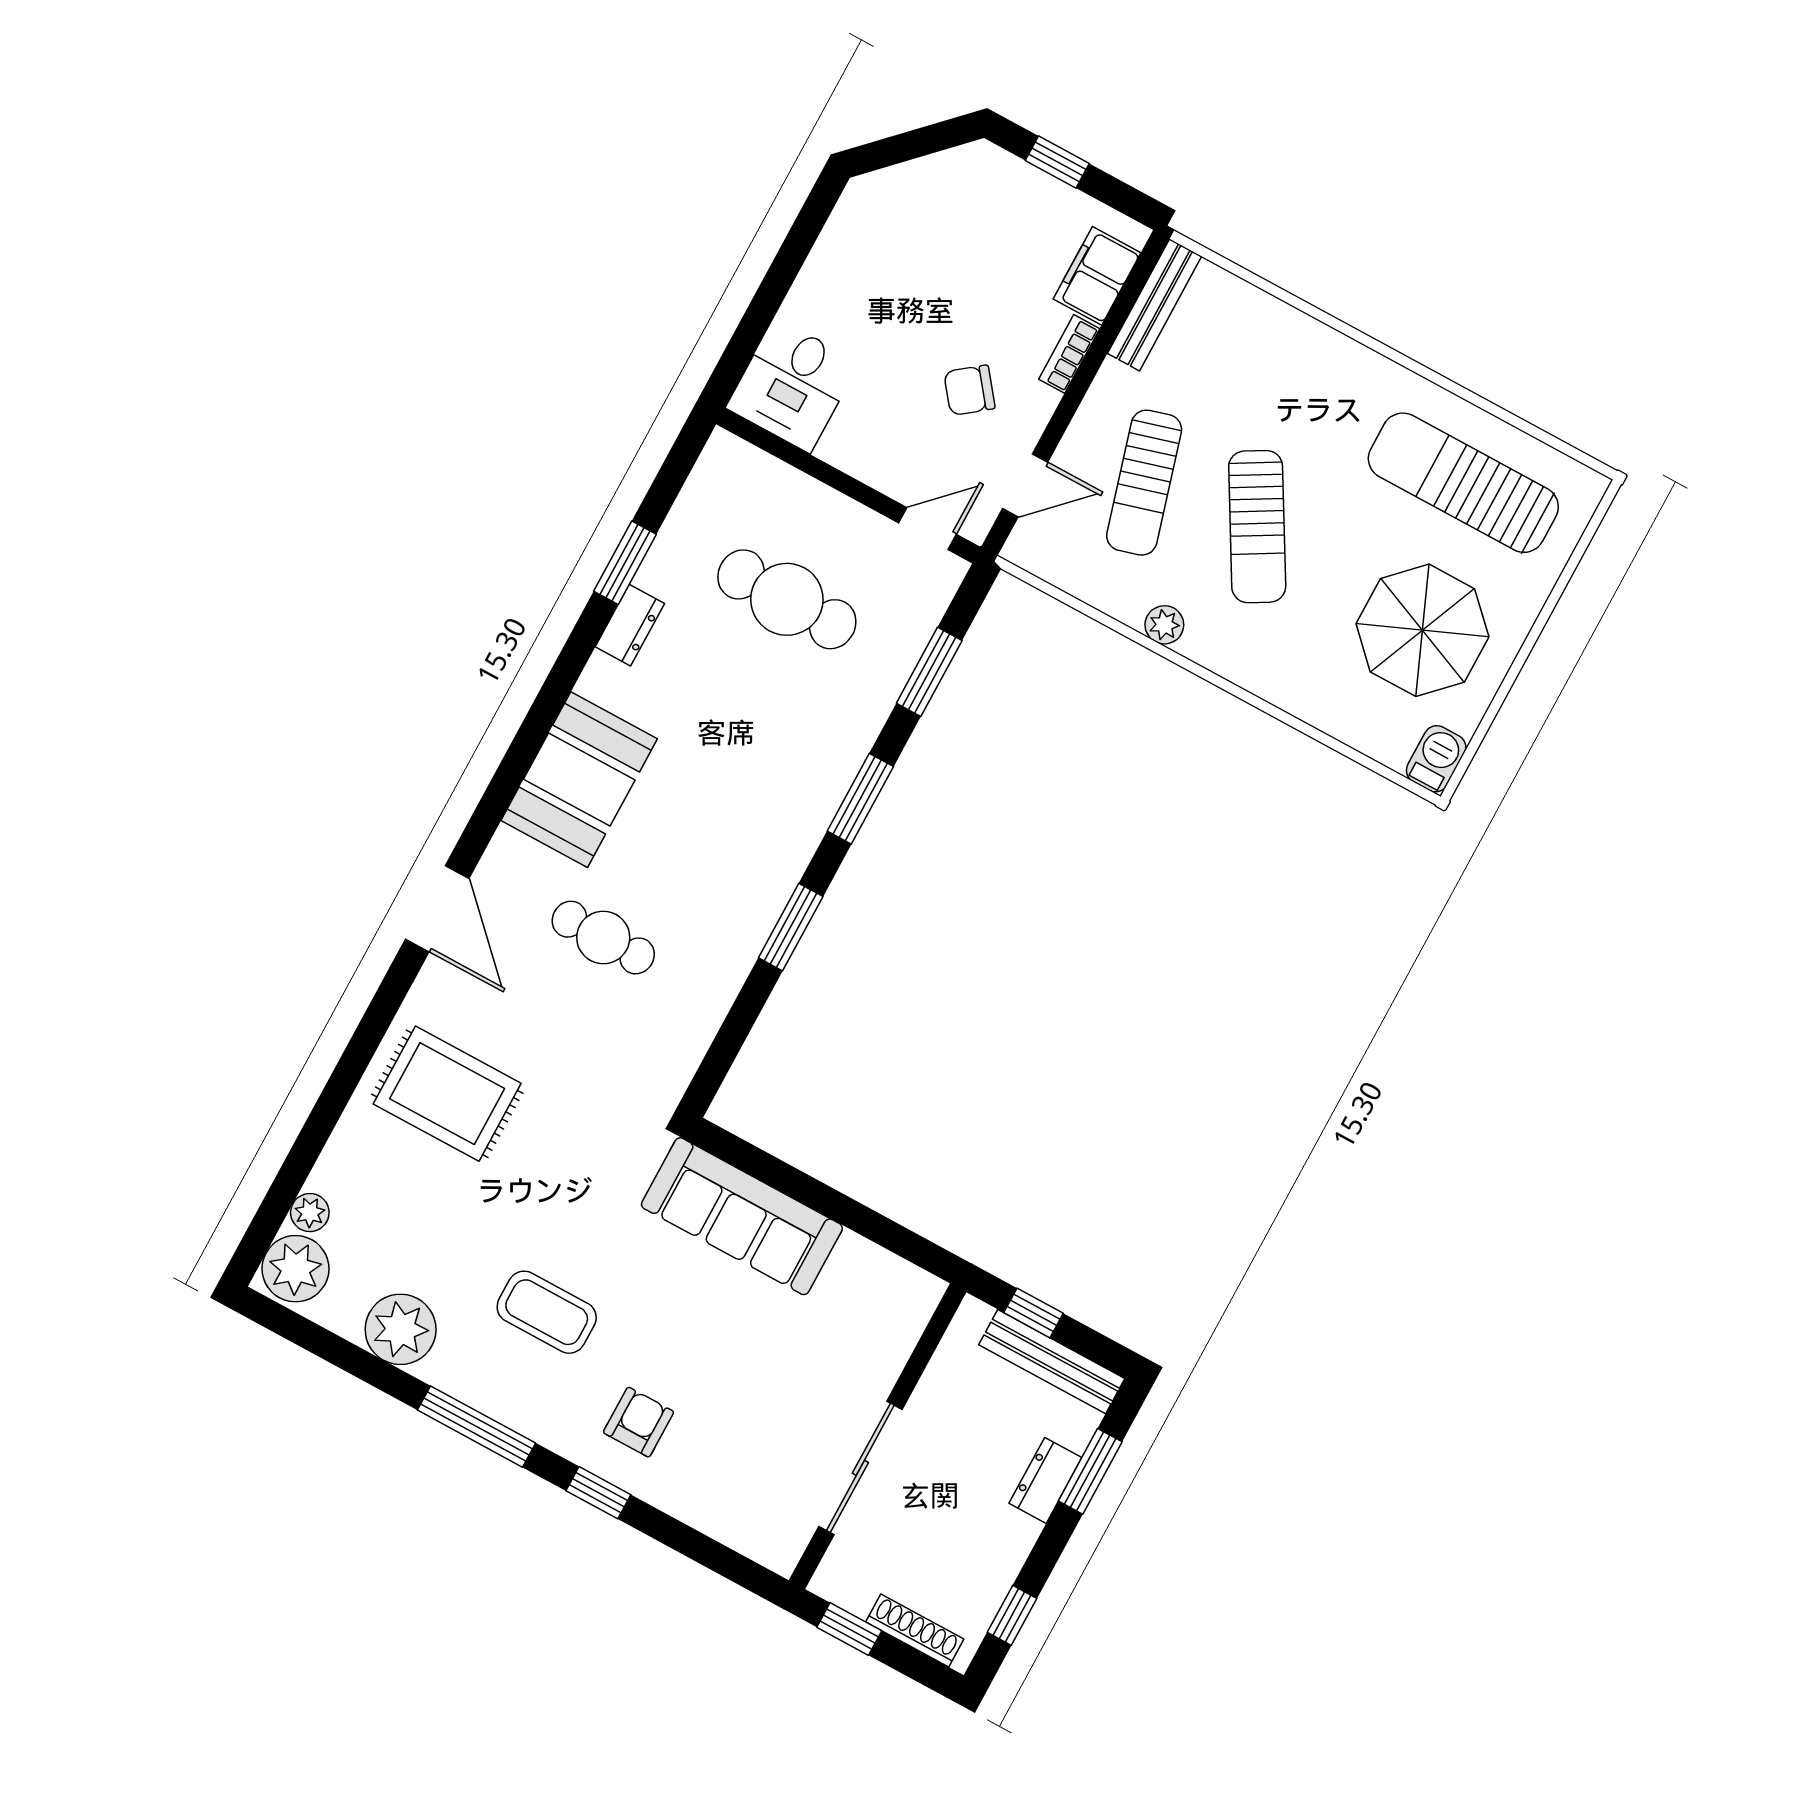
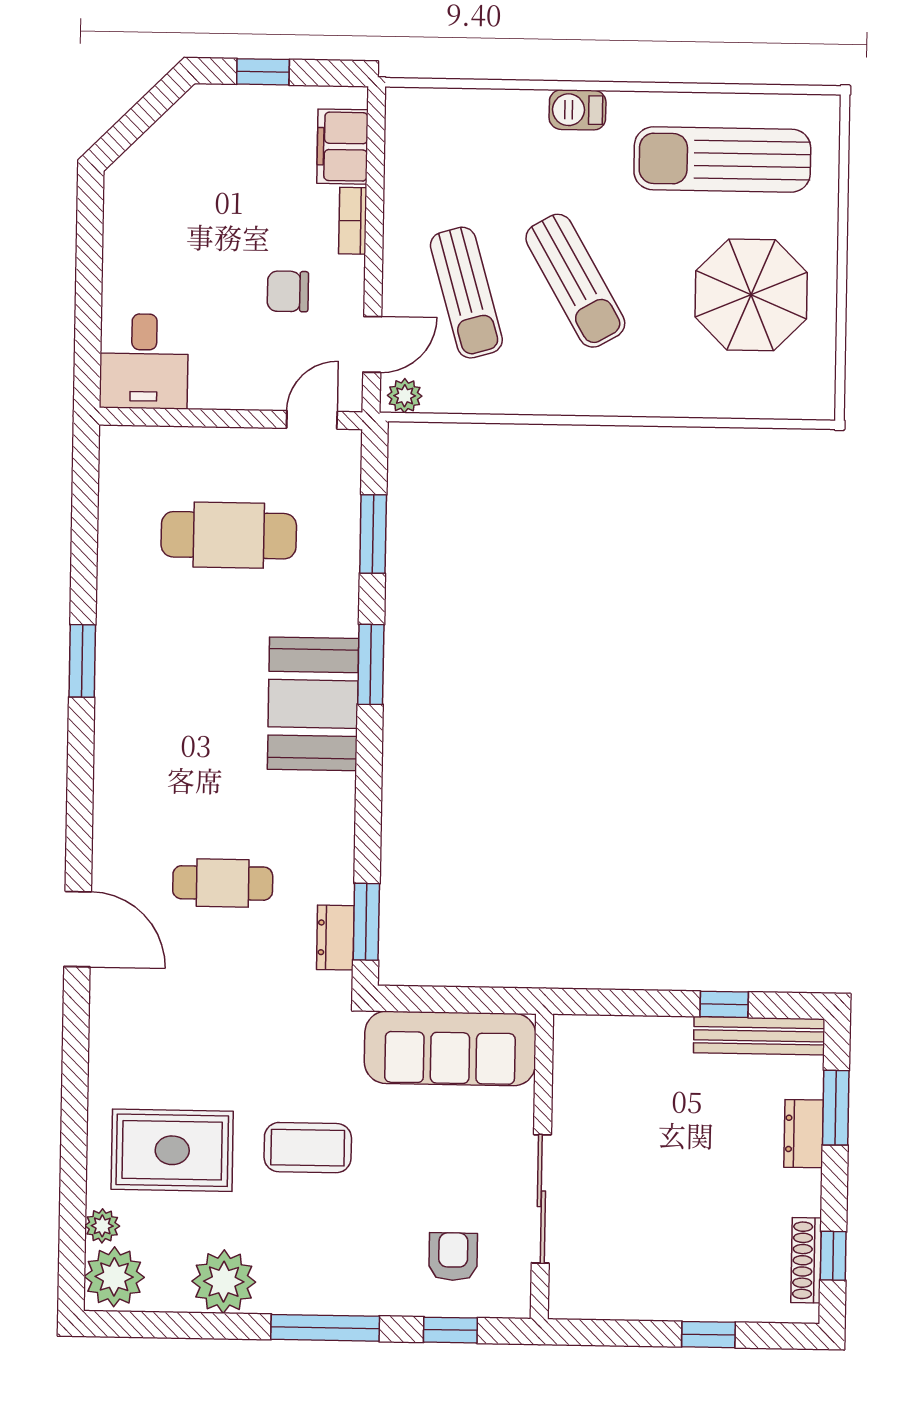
bench: (1155, 305) -> (401, 146), removed
chair: (969, 390) -> (288, 291), turned 38
window: (625, 563) -> (82, 661), moved
dresser: (630, 625) -> (335, 938), moved, turned 180
plant: (1164, 625) -> (405, 396), moved
barbecue: (1436, 759) -> (577, 110), moved, turned -90
booth: (579, 780) -> (313, 704), moved
window: (791, 927) -> (366, 922), moved
rug: (447, 1094) -> (172, 1150), moved
coffee table: (547, 1312) -> (308, 1148), moved
wall: (878, 1436) -> (542, 1166), moved
sliding door: (860, 1468) -> (541, 1199), moved
shoe rack: (915, 1630) -> (806, 1260), moved, turned -90

